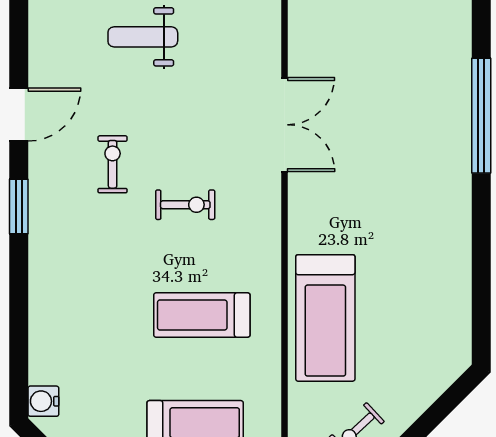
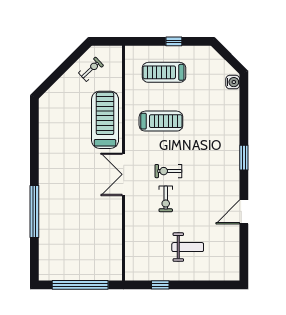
double door: (284, 125) -> (124, 174), moved
exercise bike: (113, 164) -> (166, 199), moved
window: (19, 207) -> (244, 158), moved

